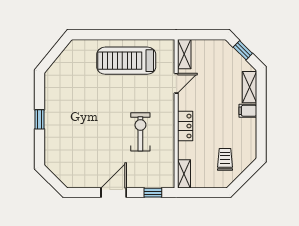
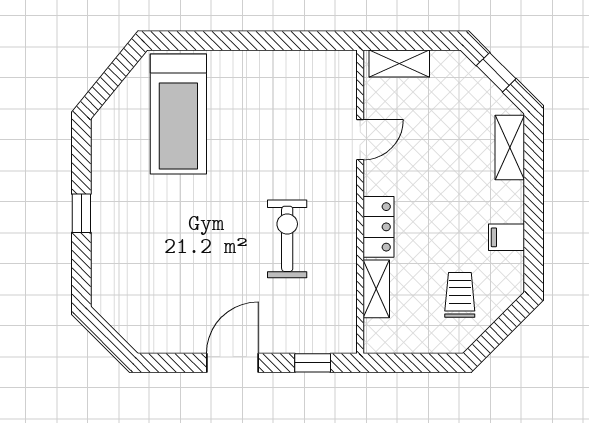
shelving: (184, 54) -> (399, 63), moved, turned 90
treadmill: (126, 61) -> (178, 114), moved, turned -90
filing cabinet: (248, 111) -> (506, 237), moved
shelving: (184, 174) -> (376, 289), moved

